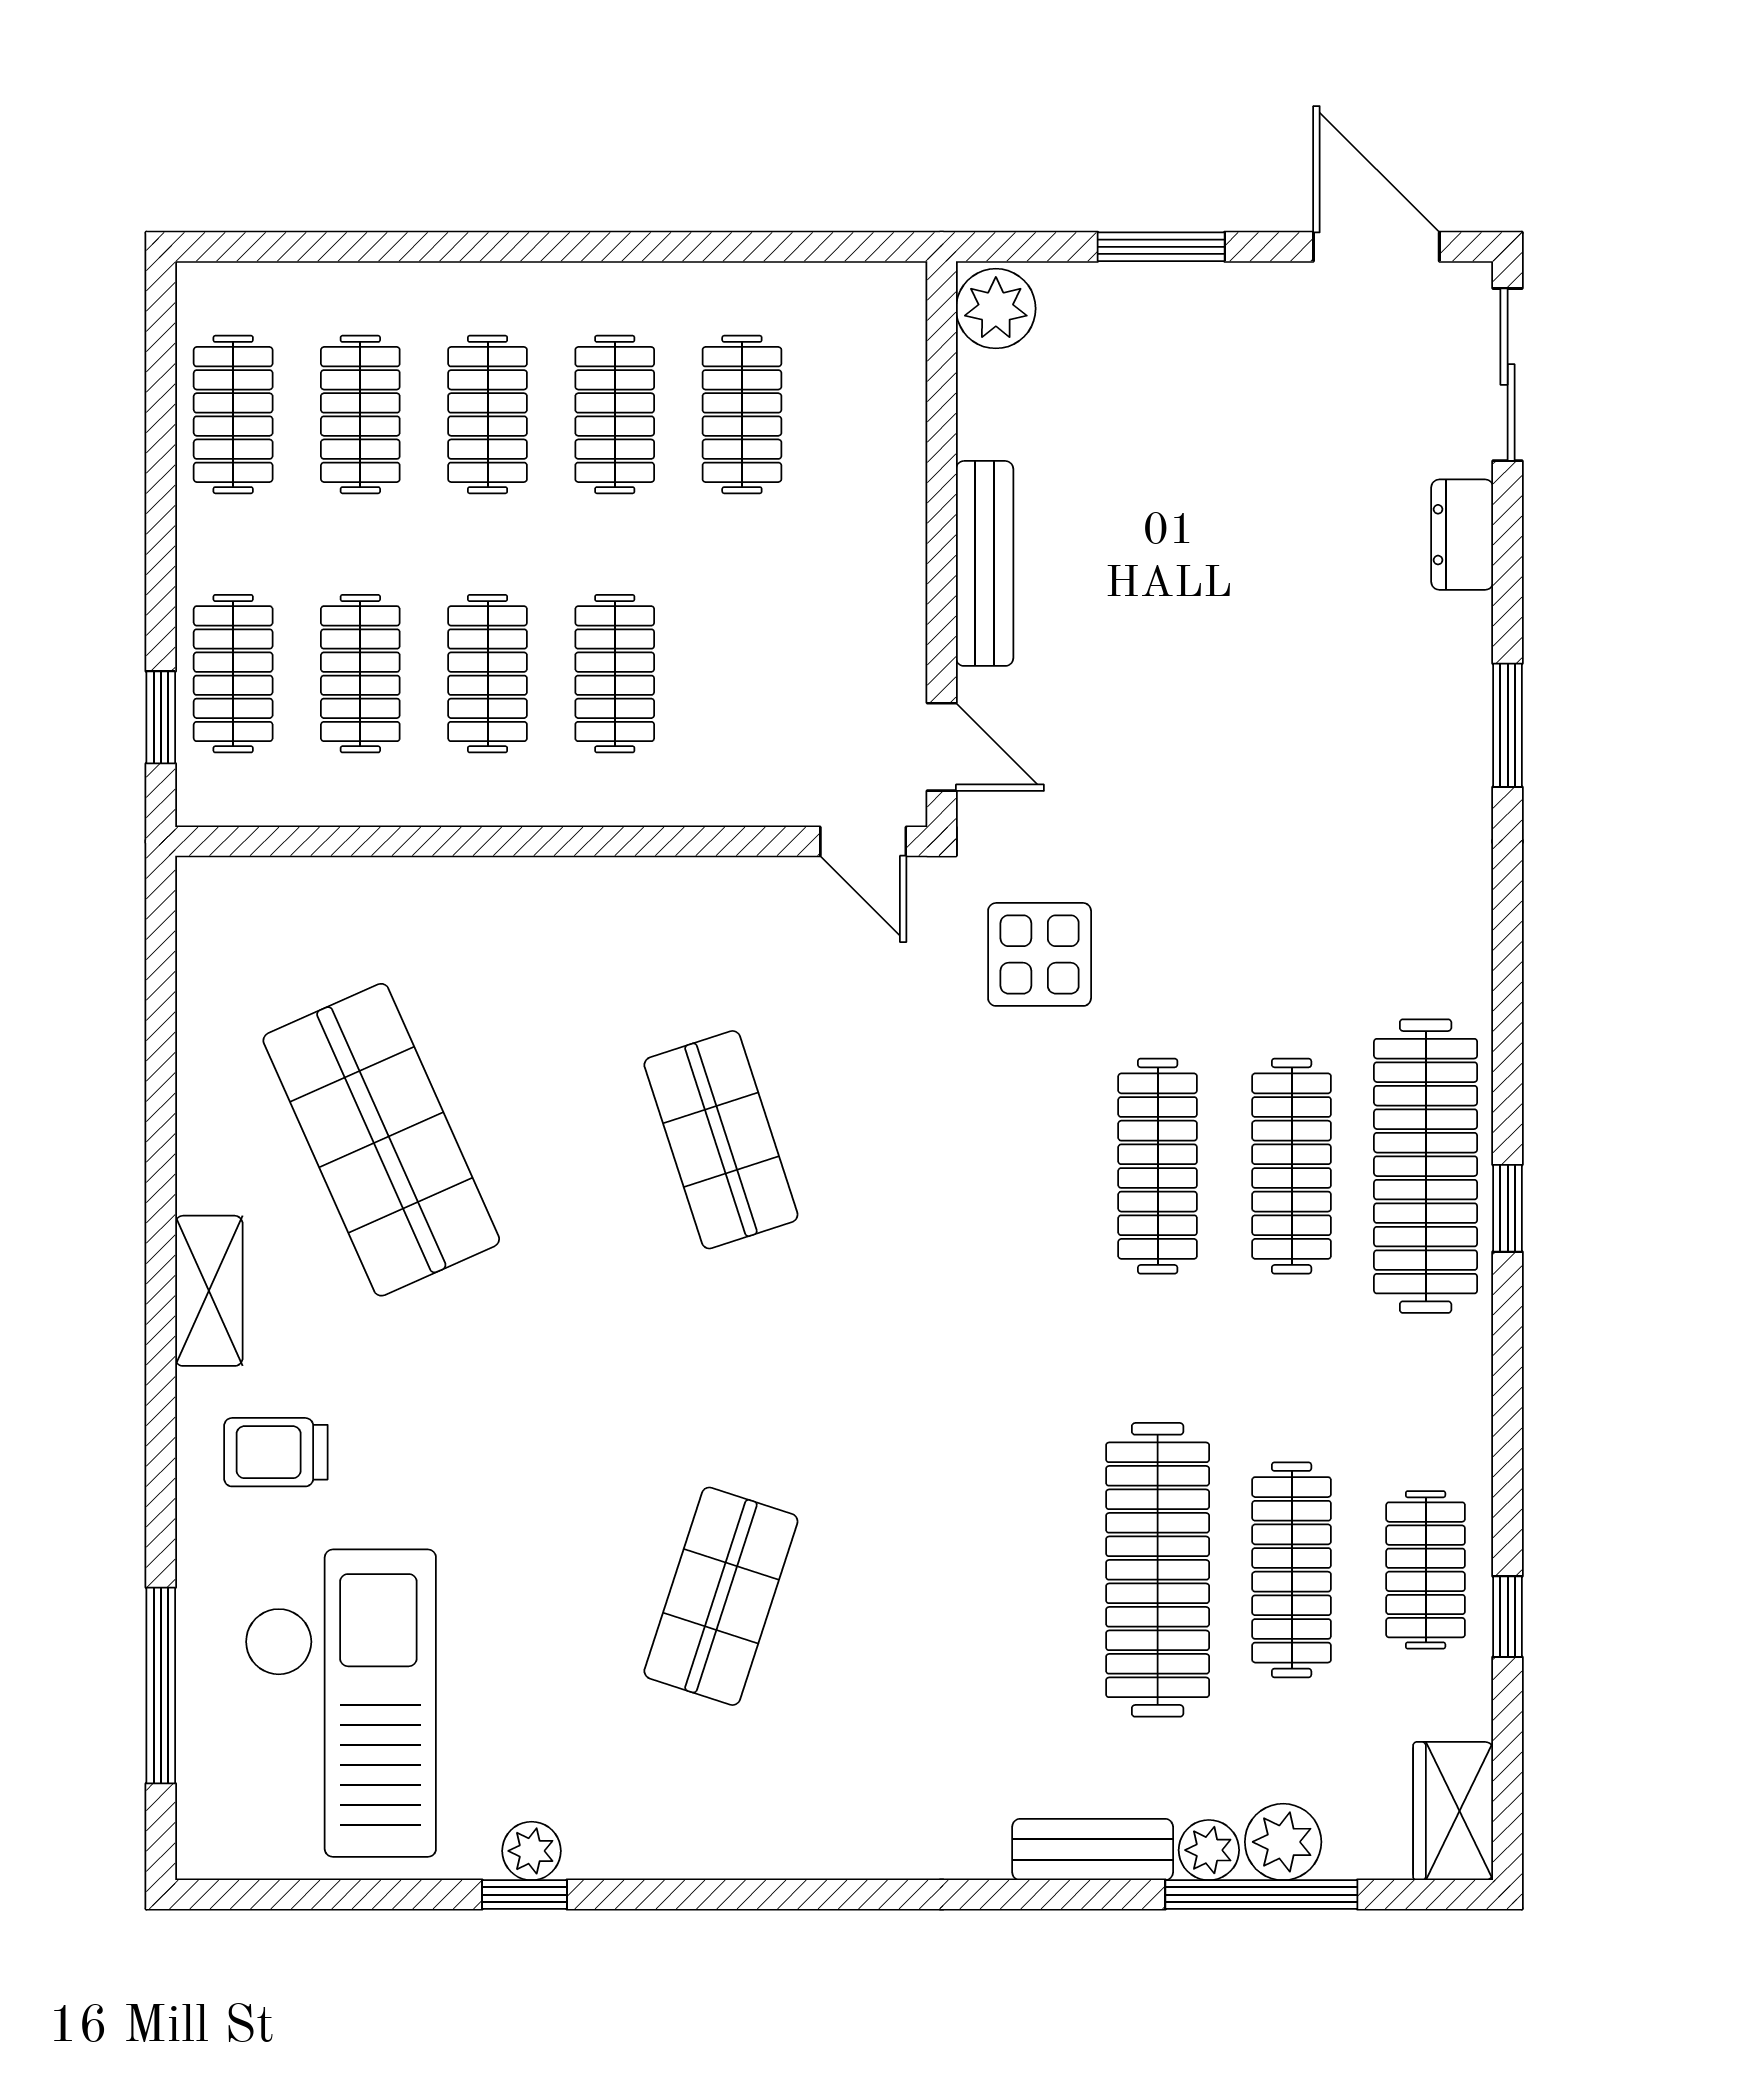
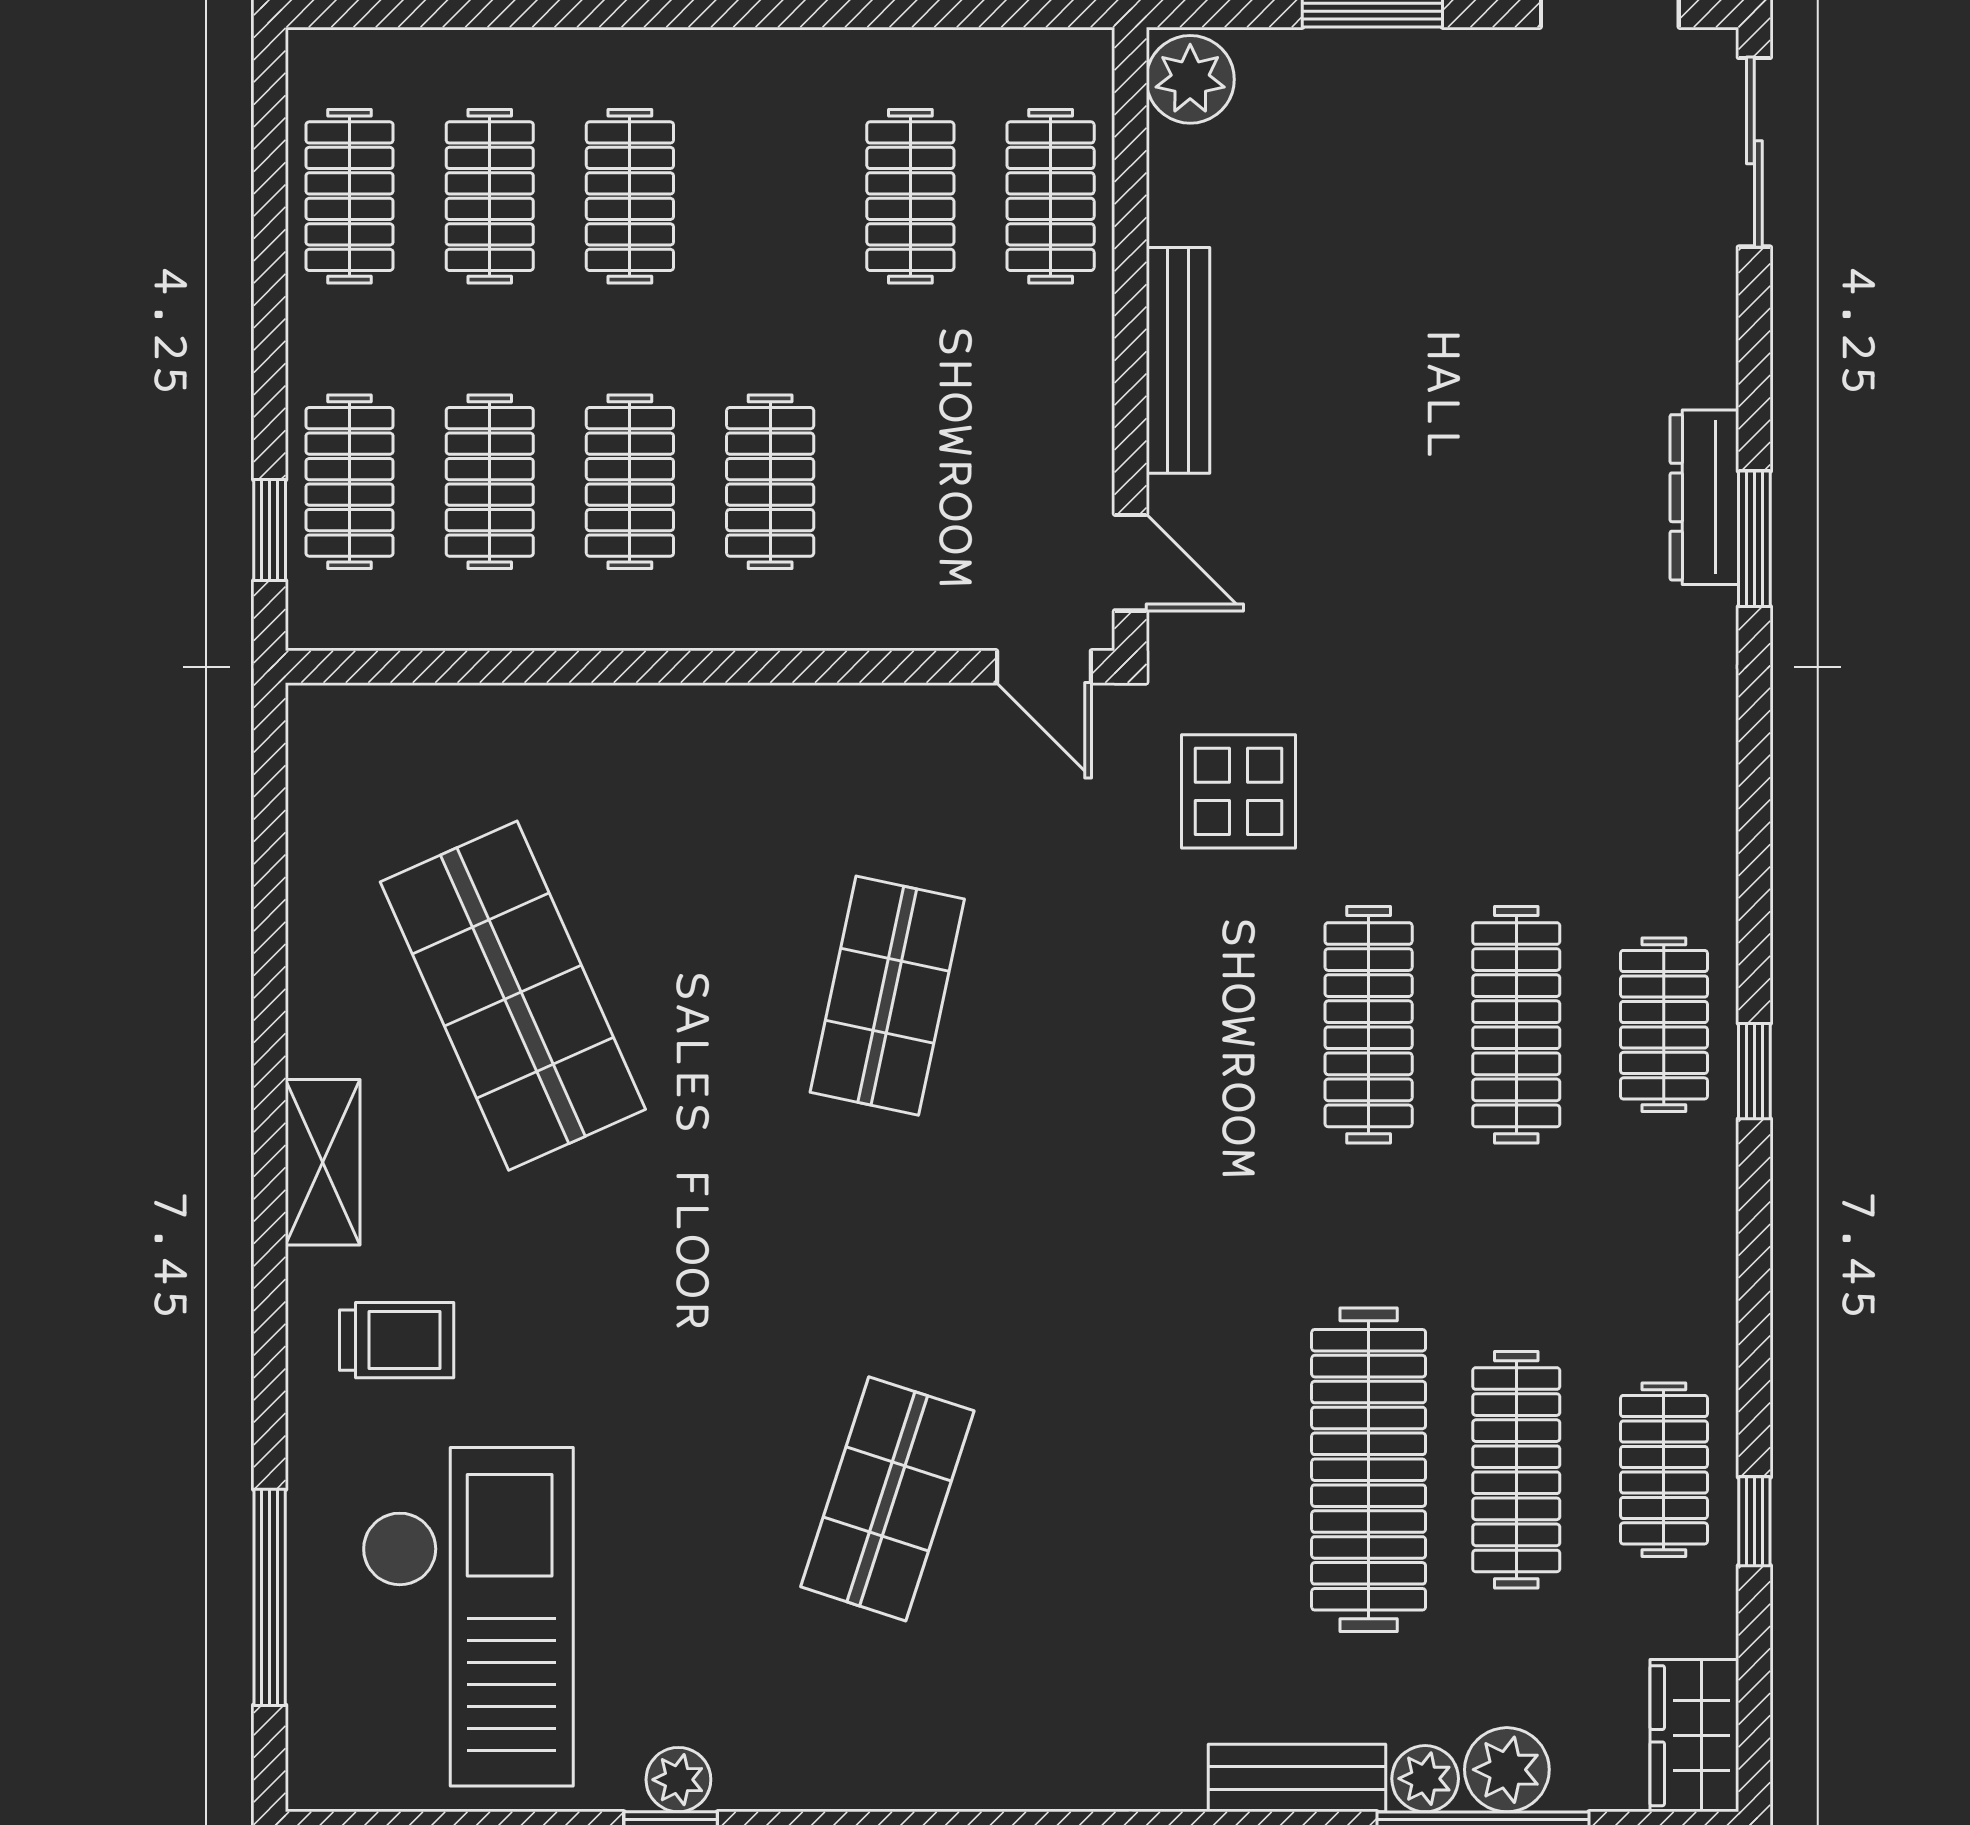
clothes rail: (615, 415) -> (1051, 196), moved
dresser: (1462, 535) -> (1704, 497), moved, width x1.44
shop shelf: (721, 1140) -> (887, 996), turned 30
clothes rail: (1426, 1166) -> (1664, 1025), width x0.54, depth x0.76
trolley: (276, 1452) -> (397, 1340), turned 180

